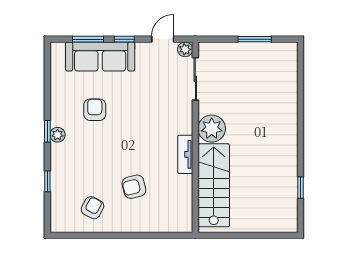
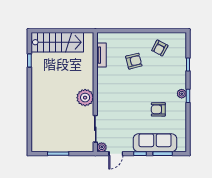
armchair: (95, 110) -> (158, 109), turned 90
tv unit: (185, 154) -> (102, 55), moved
stairs: (214, 185) -> (57, 42), moved, turned -90

